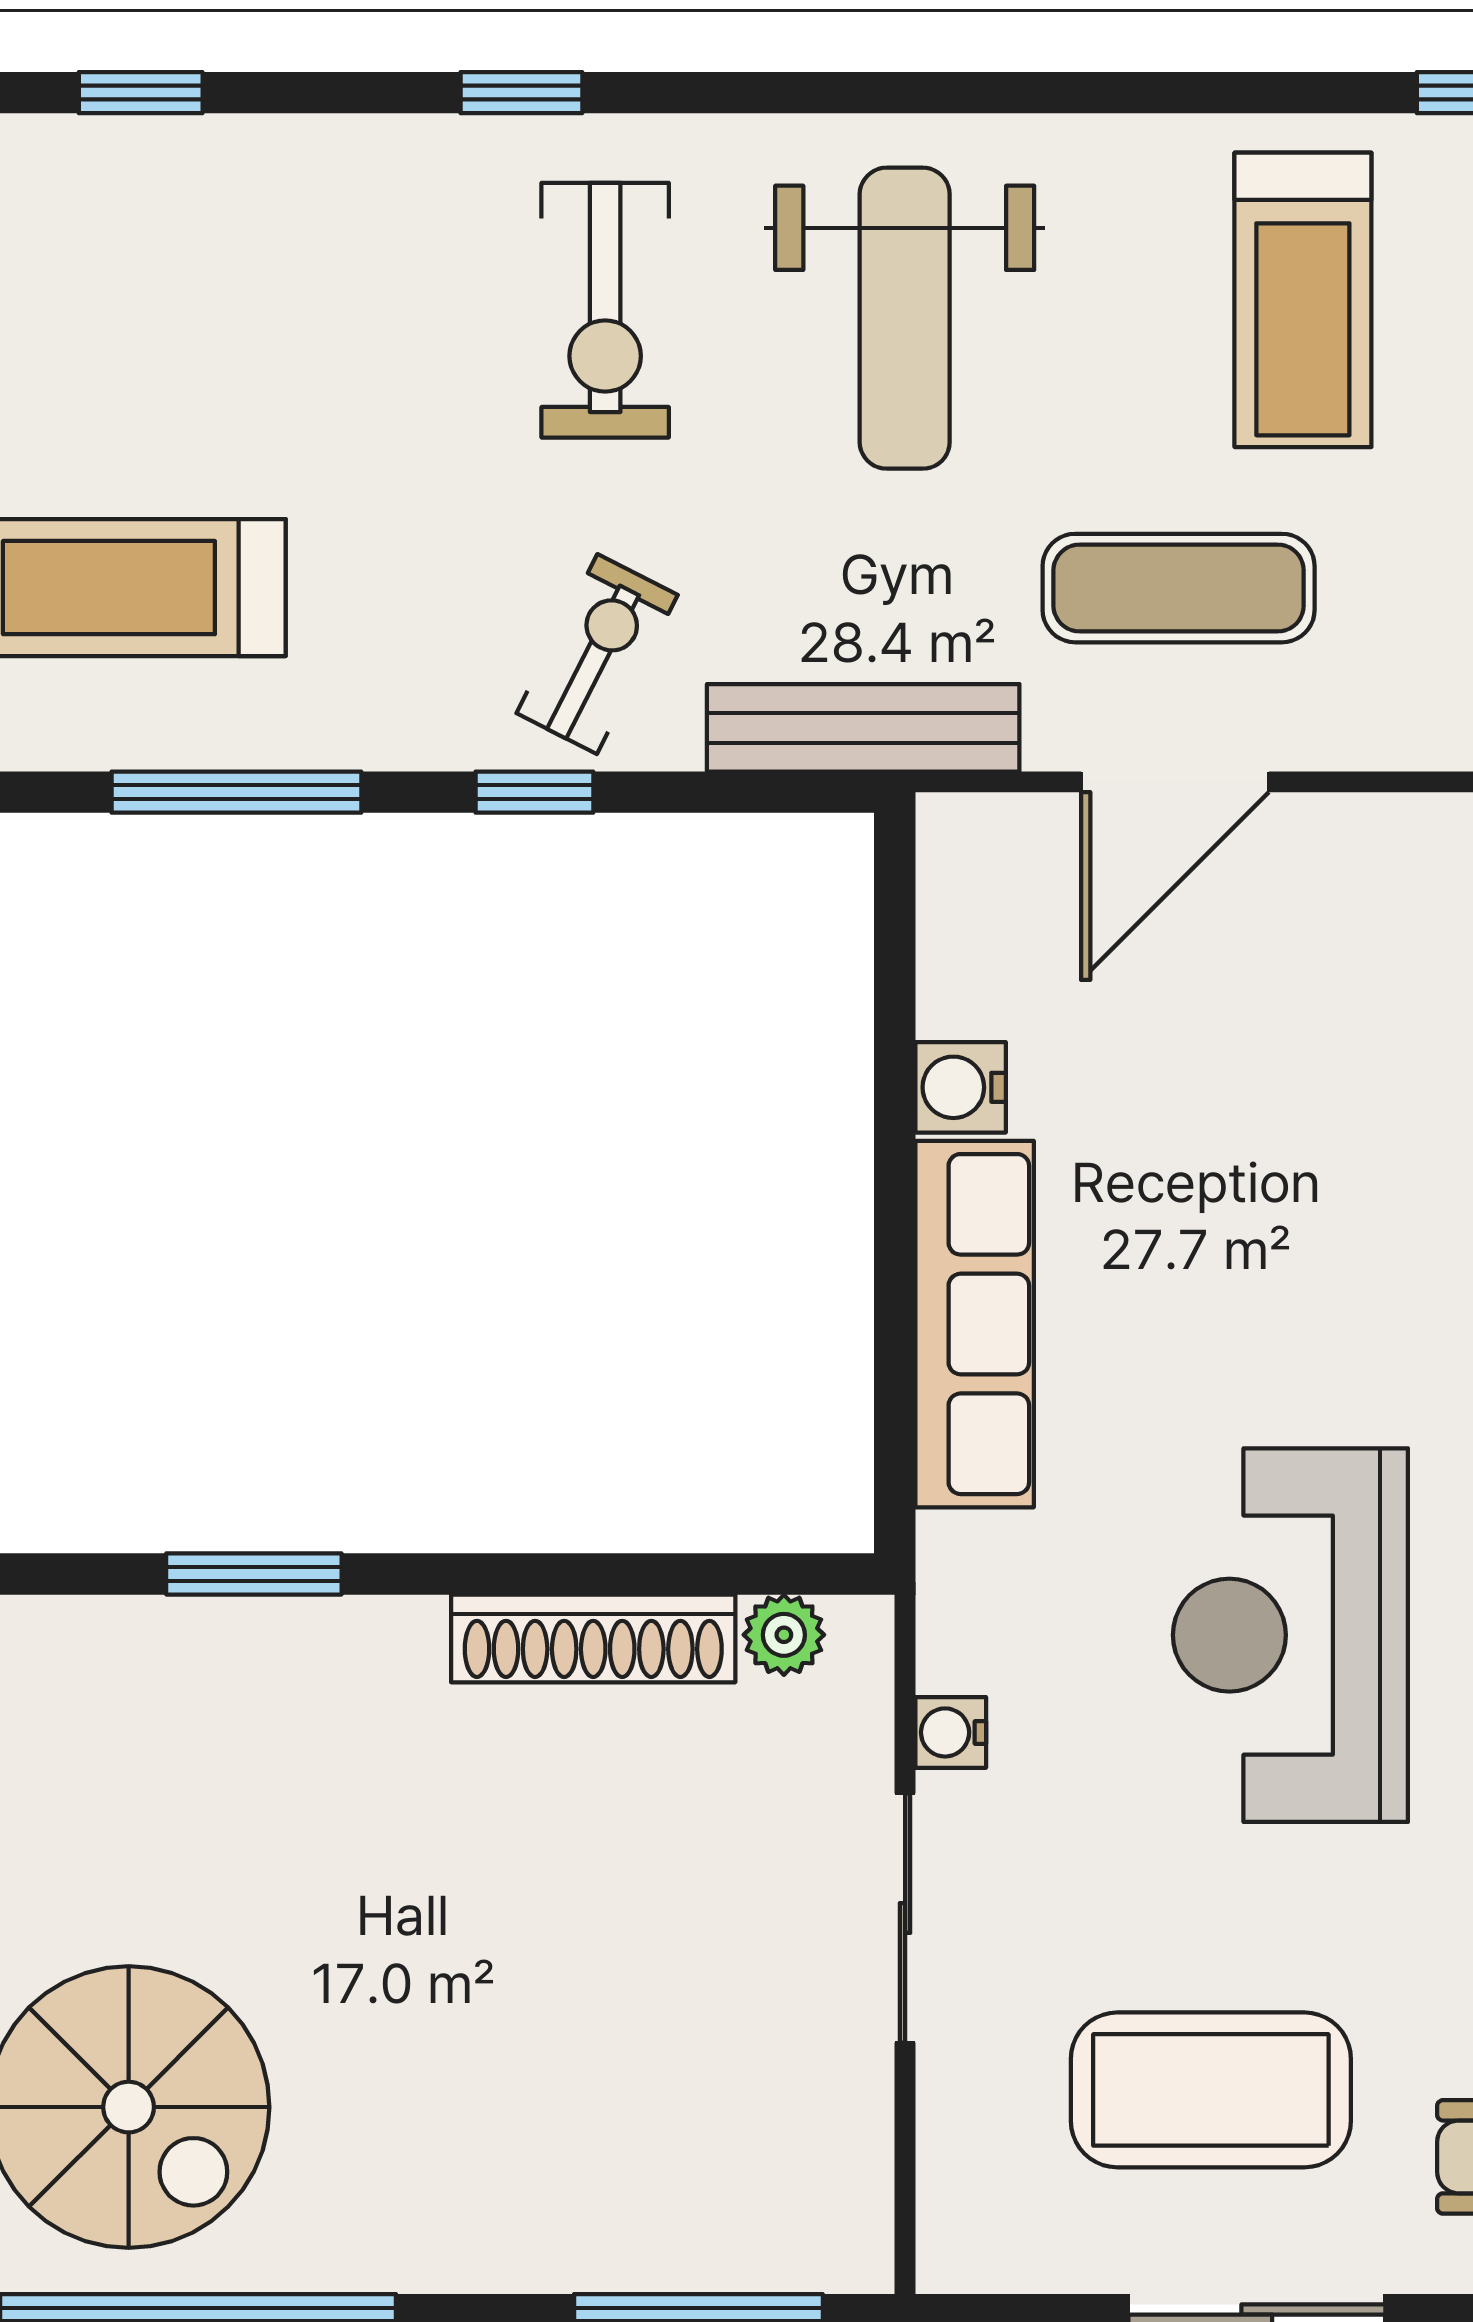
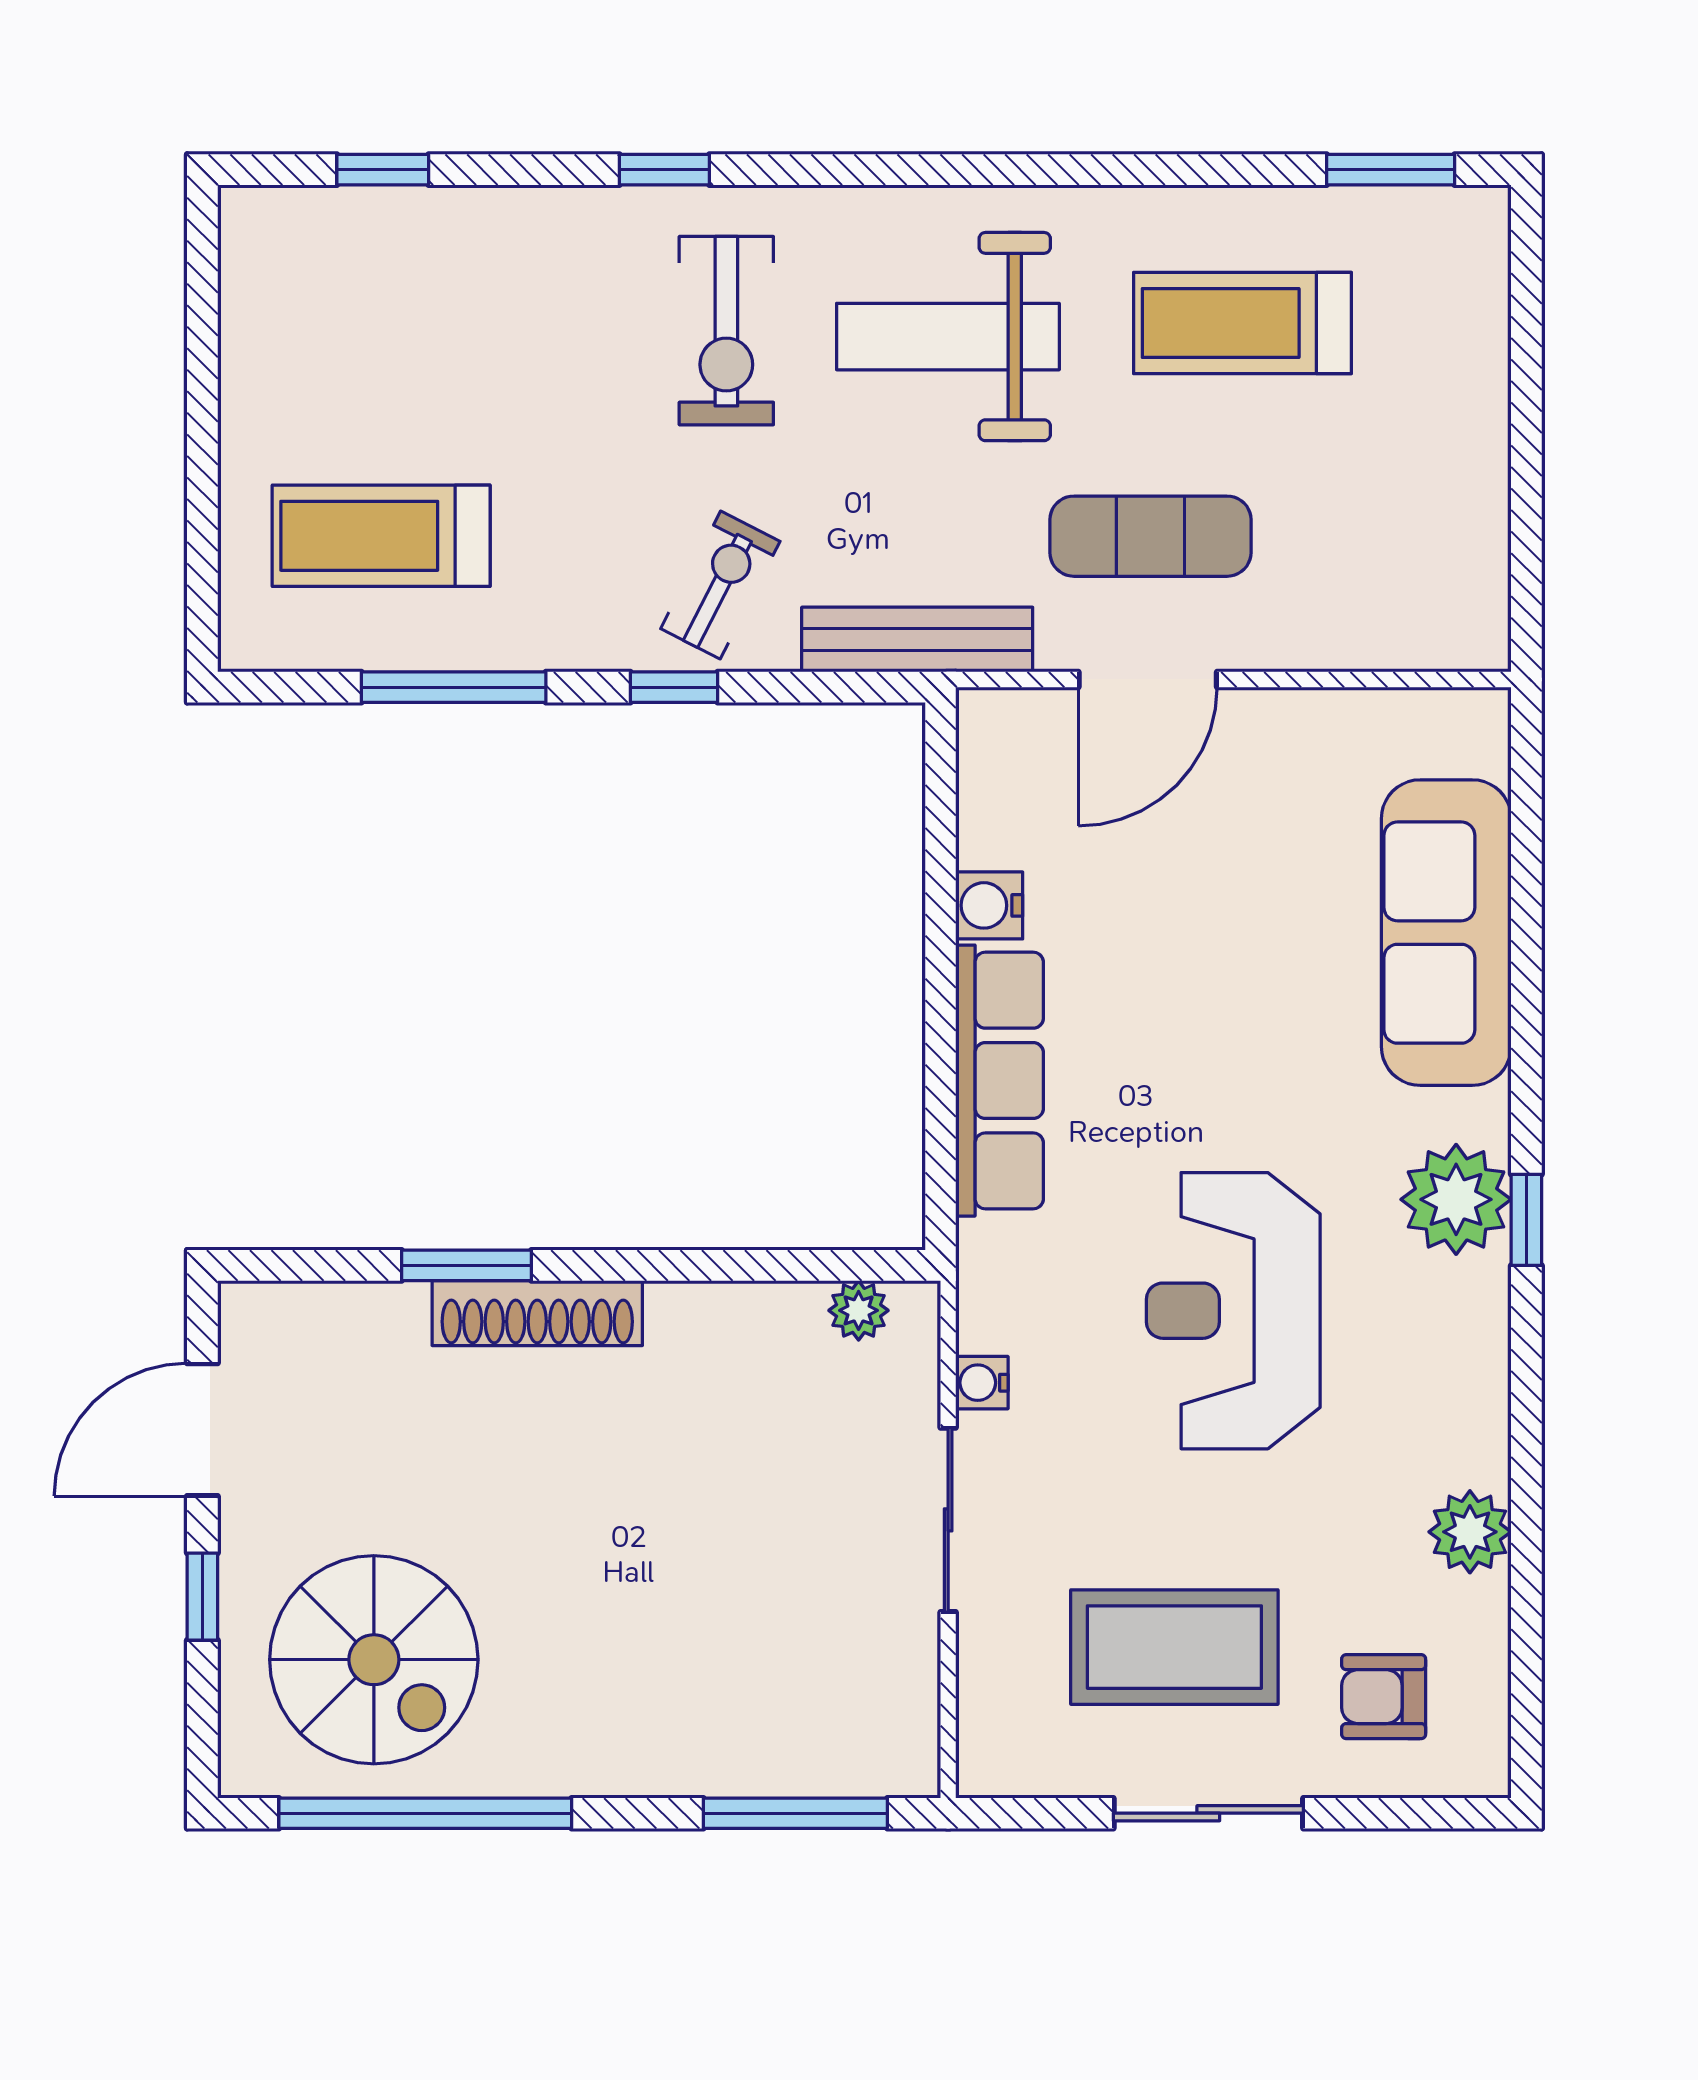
treadmill: (1303, 300) -> (1242, 323), turned 90
weight bench: (905, 318) -> (948, 337), turned 90
shoe rack: (593, 1638) -> (537, 1313), moved

